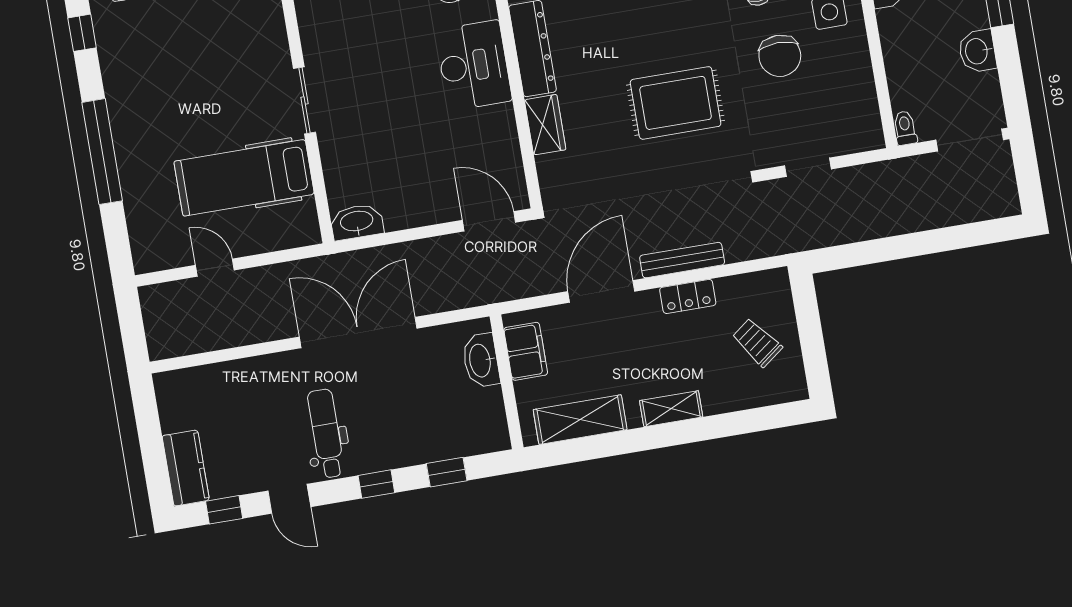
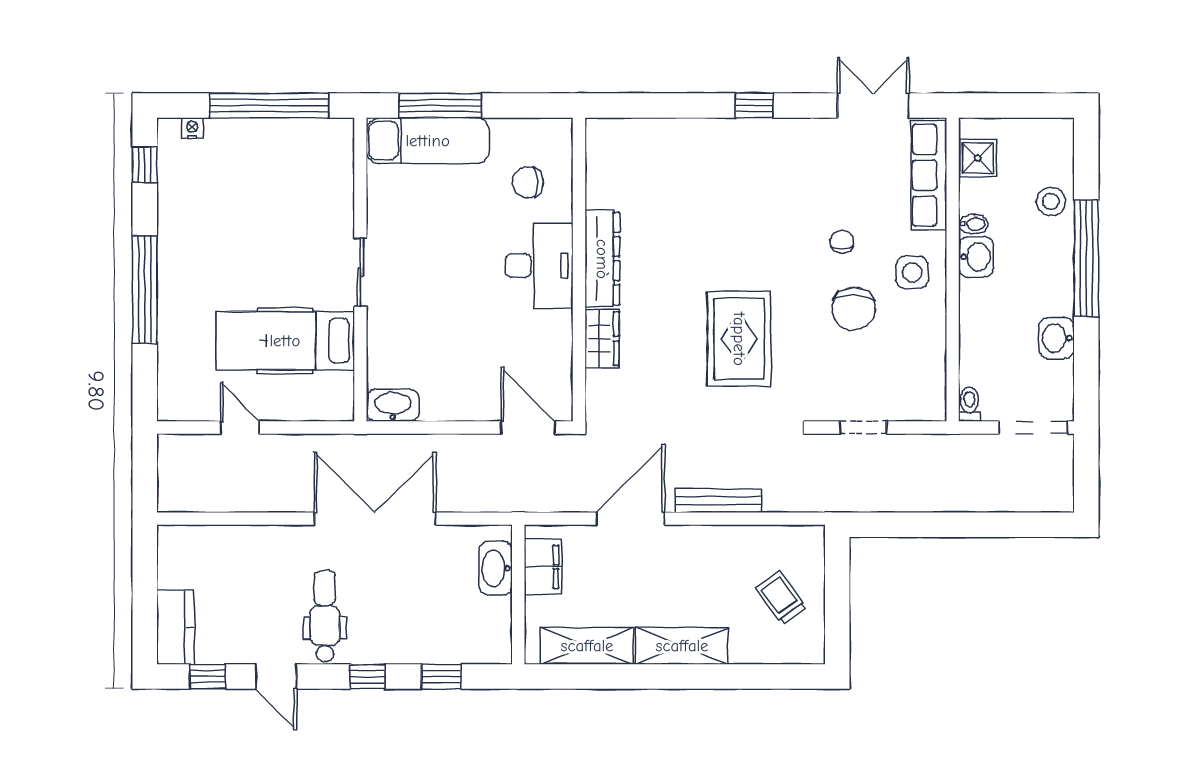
rug: (676, 103) -> (739, 339), turned 90
locker: (688, 296) -> (718, 539), removed
shelving: (671, 409) -> (682, 646), width x1.50, depth x1.33

